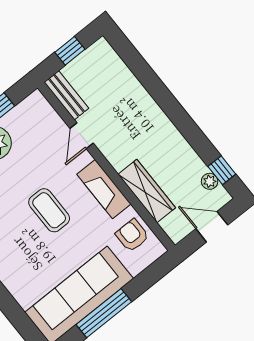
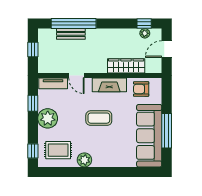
window: (147, 77) -> (74, 24), added
bench: (66, 95) -> (71, 34), moved
tv unit: (46, 113) -> (53, 83), added

